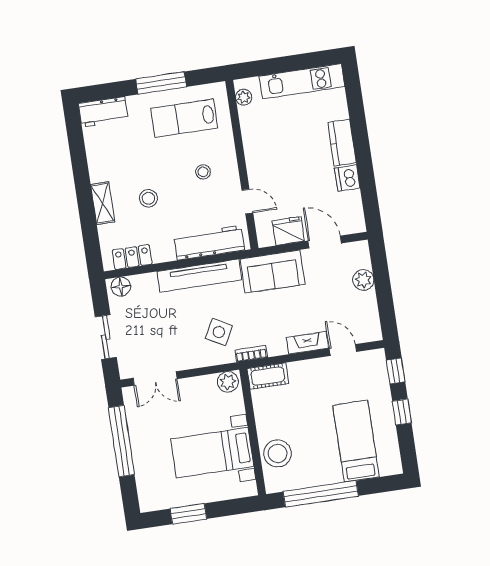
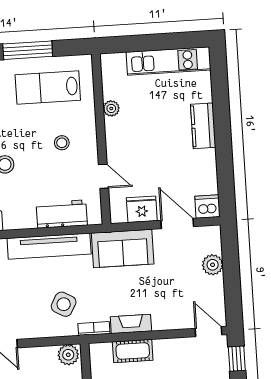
plant: (244, 97) -> (111, 108), moved
dishwasher: (347, 178) -> (207, 207), moved, turned 90
workbench: (209, 243) -> (62, 214), width x0.73
fireplace: (307, 343) -> (131, 324), moved
door: (343, 350) -> (209, 332), moved
cot: (268, 376) -> (133, 351), moved

